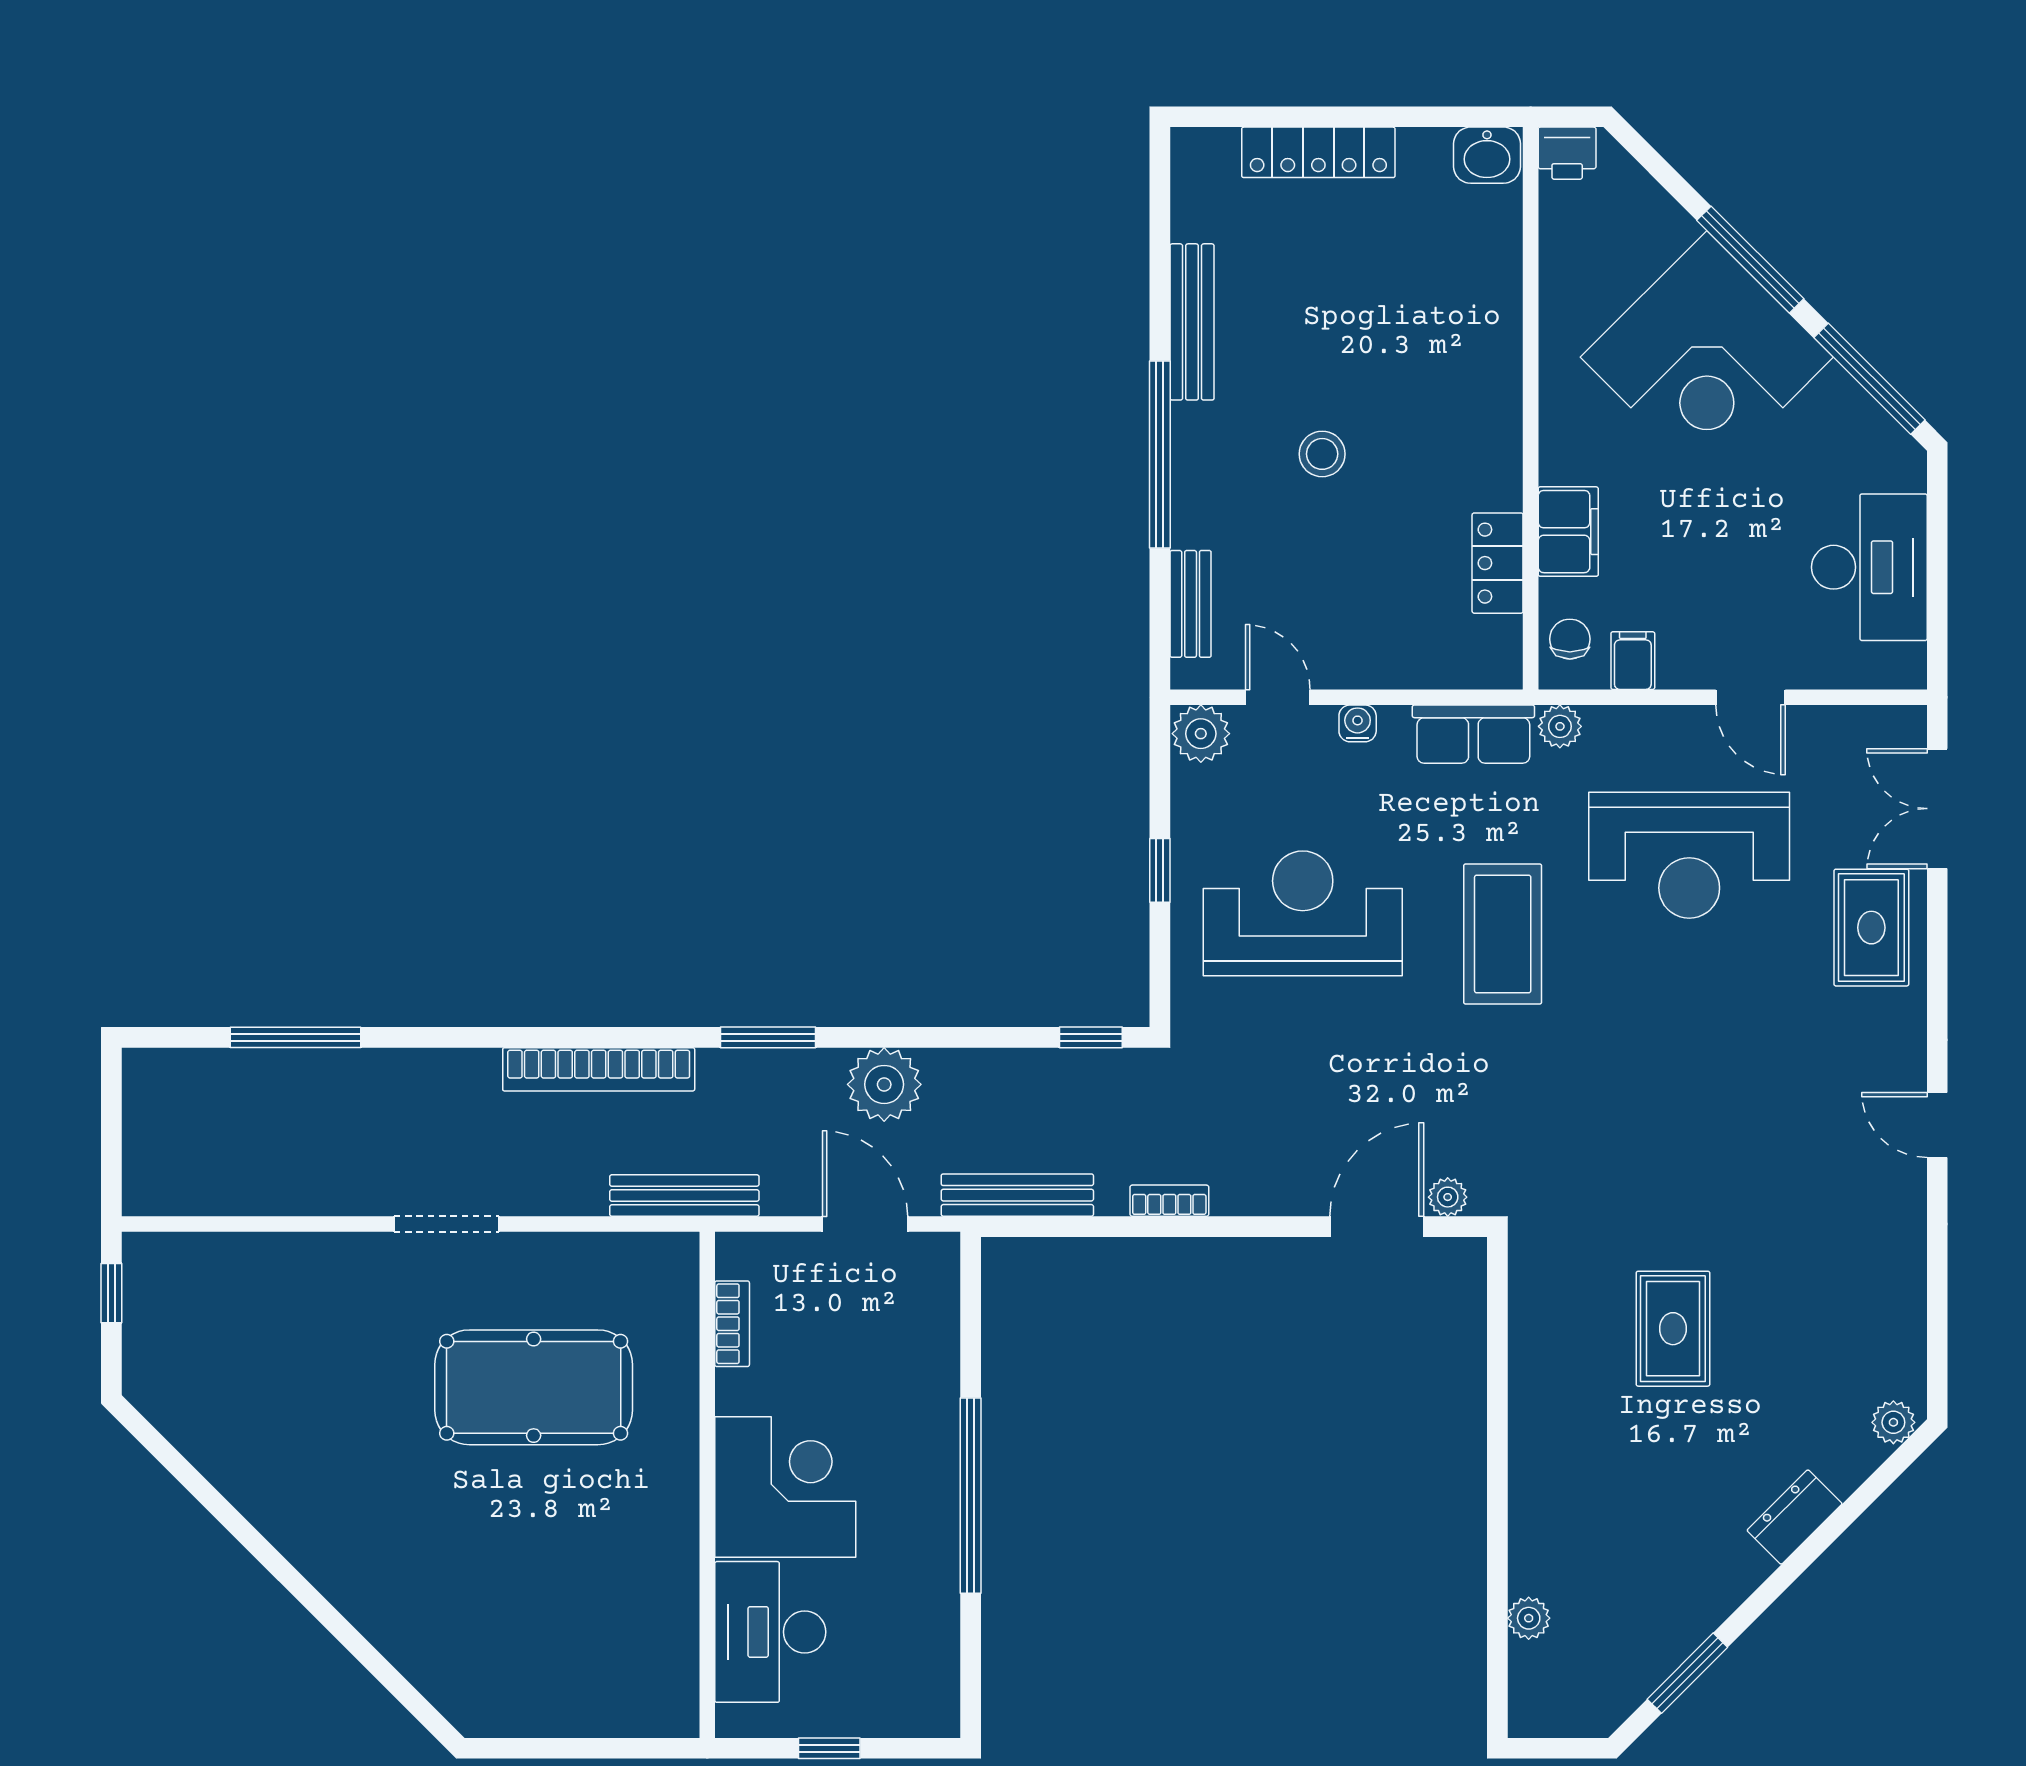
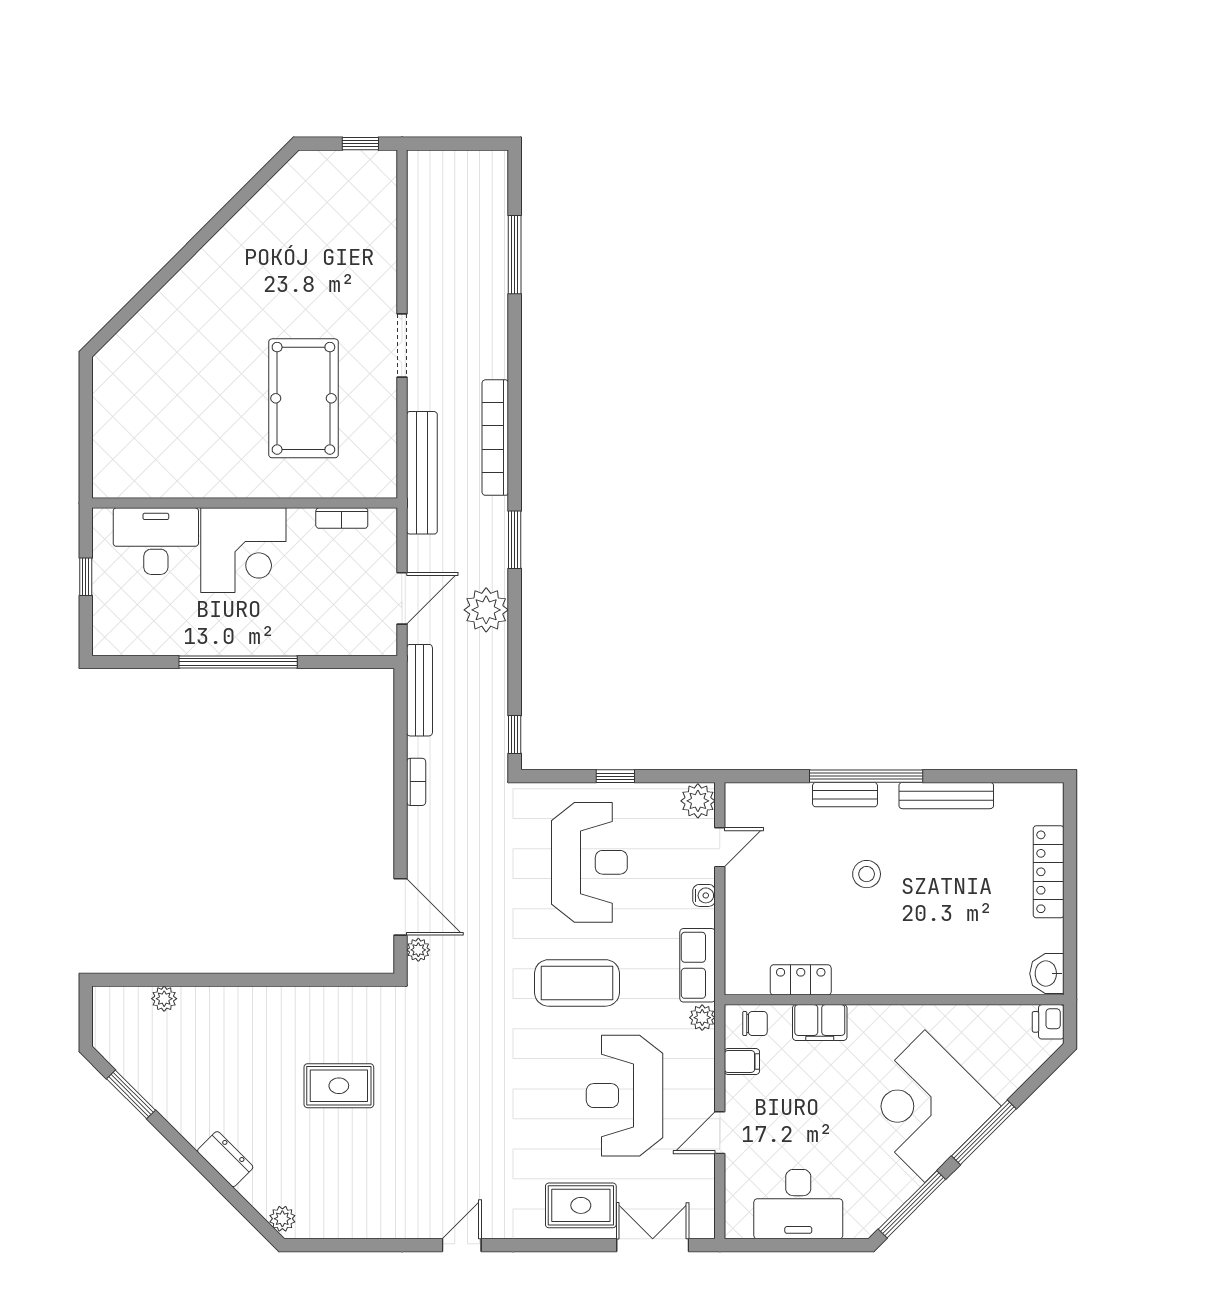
bench: (1191, 604) -> (845, 795), moved
bench: (684, 1195) -> (422, 473), width x1.37, depth x1.21

